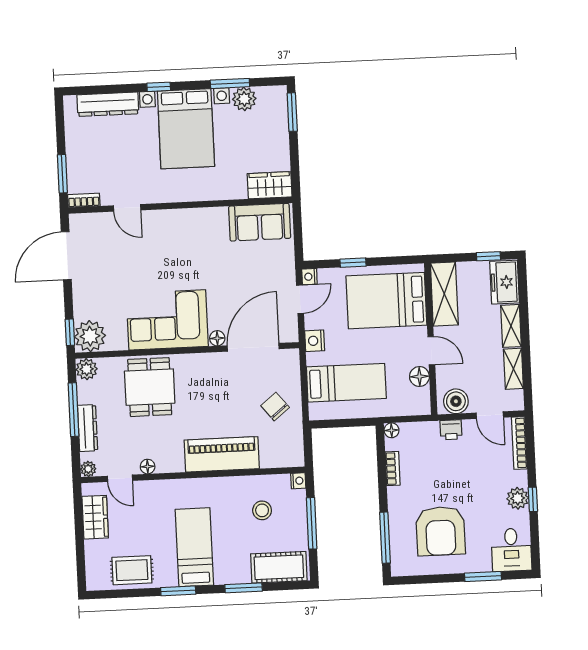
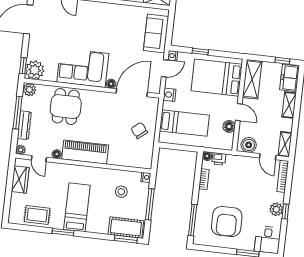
sofa: (260, 222) -> (156, 33), moved, turned 90
shelving: (513, 369) -> (285, 144), moved
printer: (451, 430) -> (219, 159), moved
piano: (222, 454) -> (85, 152), moved
window: (244, 588) -> (126, 239), moved

